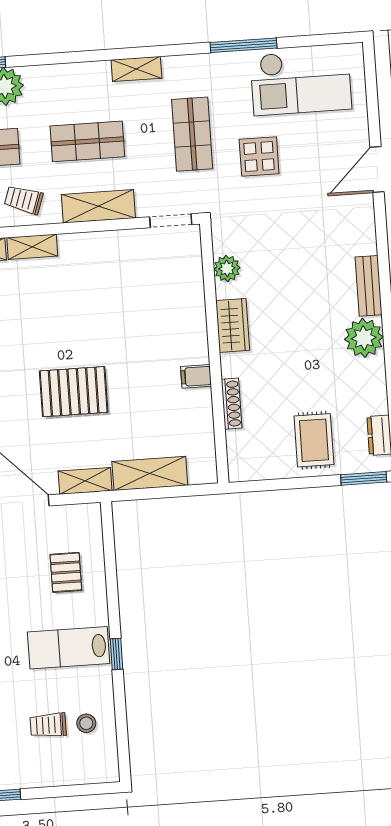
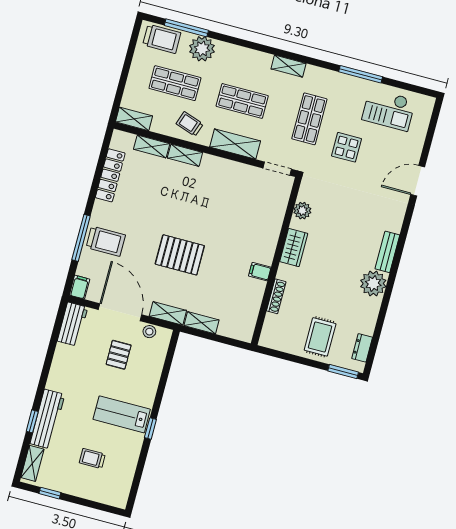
checkout: (301, 82) -> (389, 110), width x0.73, depth x0.83
shelving: (150, 473) -> (202, 323), width x0.67, depth x0.75
pallet: (66, 572) -> (119, 355), moved
stool: (86, 723) -> (149, 332), moved

